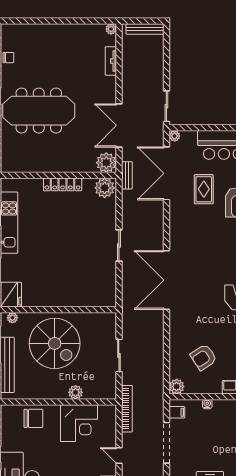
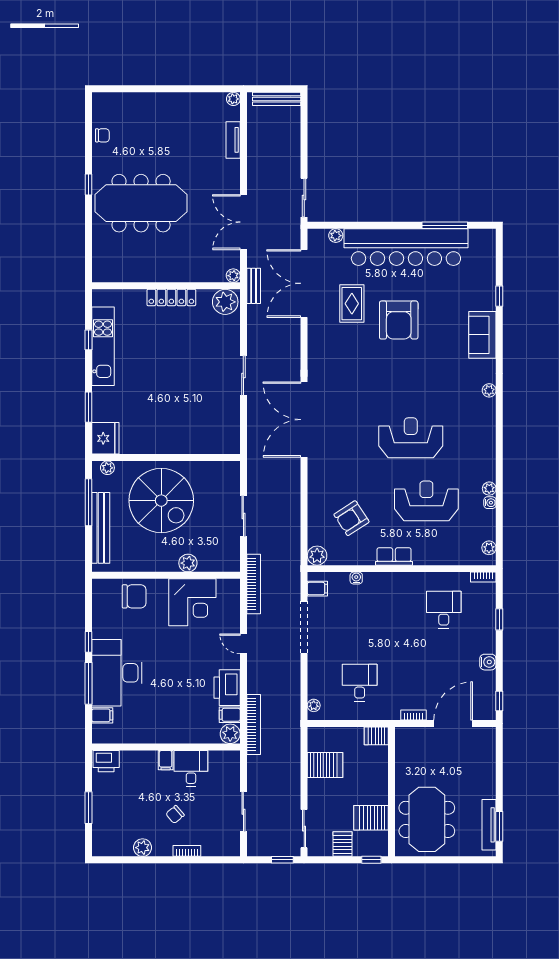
plant: (175, 136) -> (336, 236), moved
plant: (106, 163) -> (233, 276), width x0.53, depth x0.53

